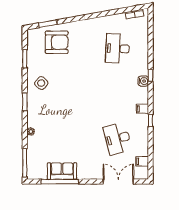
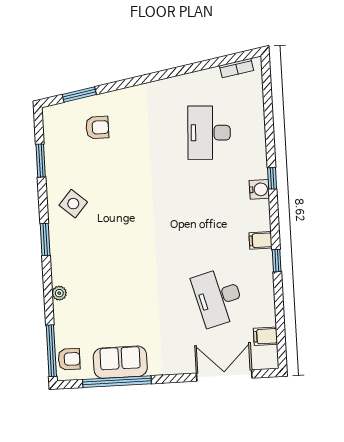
armchair: (57, 42) -> (97, 127), width x0.53, depth x0.53
armchair: (34, 168) -> (69, 359), added

